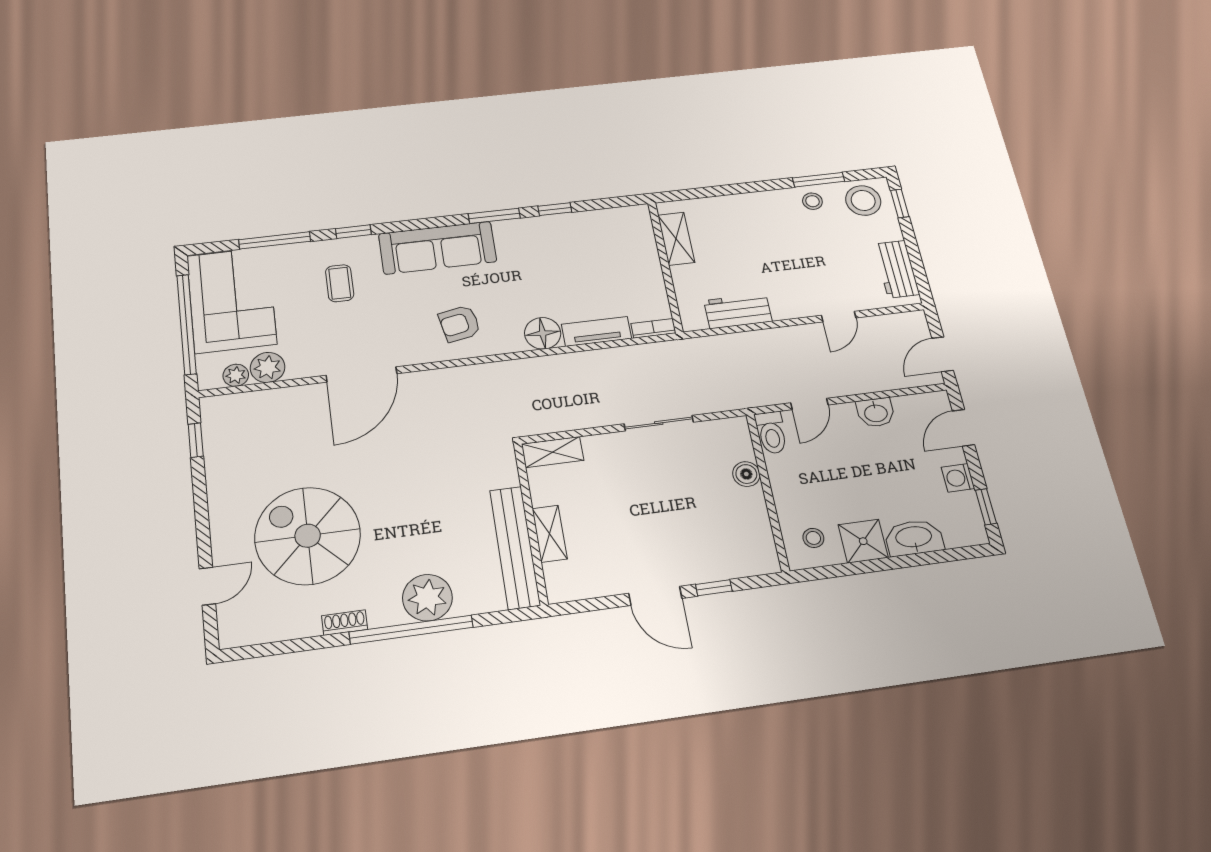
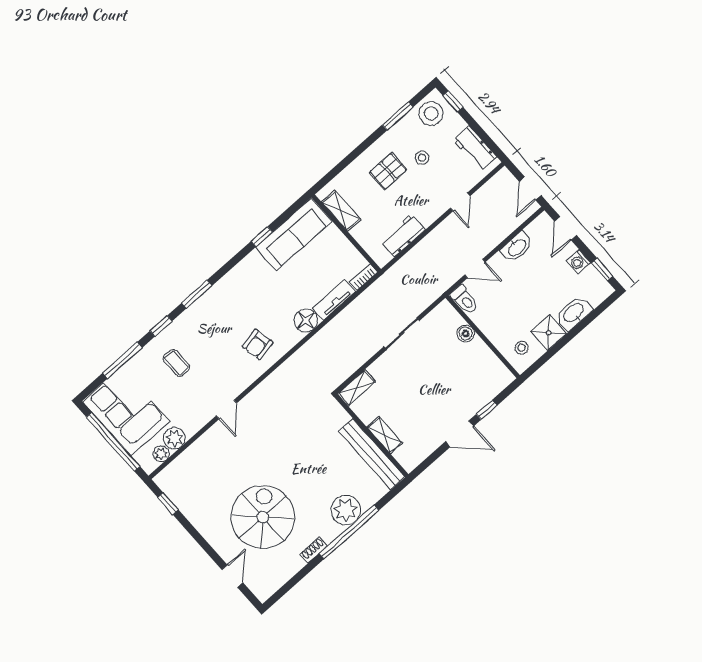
stool: (812, 201) -> (422, 158), moved
window: (494, 216) -> (197, 294), moved
pallet: (766, 230) -> (388, 171), added
sofa: (438, 248) -> (294, 234), moved
door: (361, 374) -> (227, 409), width x0.53
door: (809, 404) -> (475, 269), hinge flipped
washbasin: (876, 413) -> (517, 247), width x1.38
spiral stairs: (308, 536) -> (263, 517), turned 90

